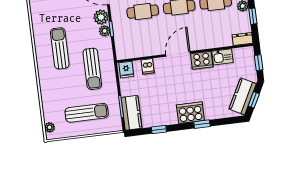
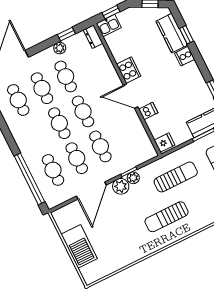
kitchen sink: (222, 57) -> (109, 26), moved, turned 90
dishwasher: (148, 66) -> (148, 111), moved
kitchen counter: (243, 96) -> (172, 33), moved, turned 62
cooker: (190, 113) -> (185, 56), width x0.53, depth x0.76
window: (202, 124) -> (186, 35), moved

